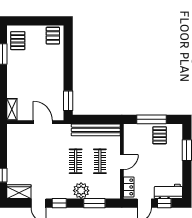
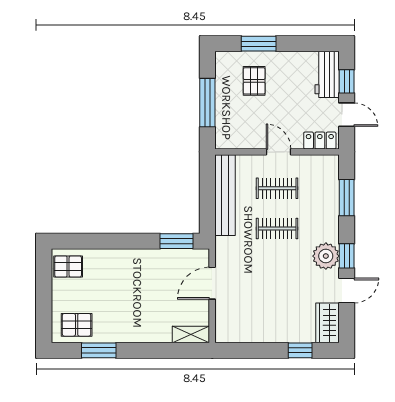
pallet: (160, 135) -> (254, 81), moved, turned 90
plant: (81, 191) -> (326, 256), moved

